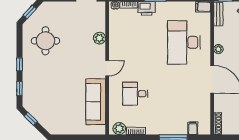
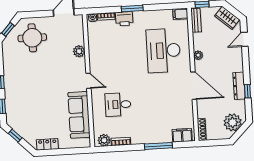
round table: (45, 41) -> (32, 38), moved
door: (107, 68) -> (88, 81), hinge flipped
filing cabinet: (193, 128) -> (182, 135), width x2.00
locker: (62, 129) -> (47, 144), added

